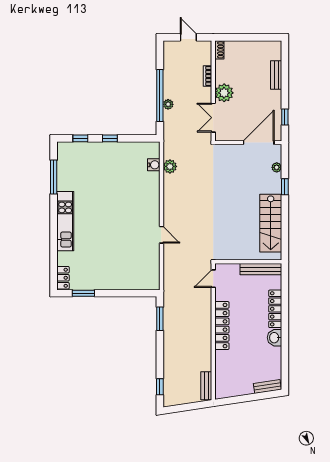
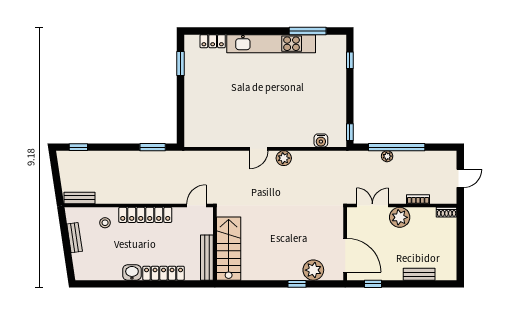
window: (110, 138) -> (350, 132), moved
plant: (170, 166) -> (284, 158), moved
plant: (277, 167) -> (313, 270), width x1.88, depth x1.88
kitchen unit: (65, 221) -> (271, 44), width x1.36
stairs: (271, 223) -> (229, 249), moved, turned 90
door: (161, 235) -> (259, 149), moved
locker: (63, 278) -> (213, 41), moved
door: (213, 279) -> (196, 206), hinge flipped
stool: (229, 362) -> (105, 223), added
bench: (267, 386) -> (75, 238), moved

